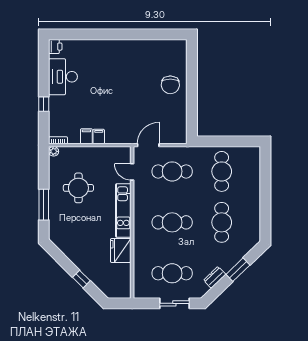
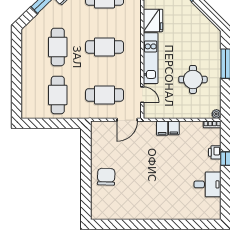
printer: (55, 47) -> (215, 152), moved
desk: (63, 77) -> (208, 184), width x0.73
filing cabinet: (86, 136) -> (162, 128), moved

